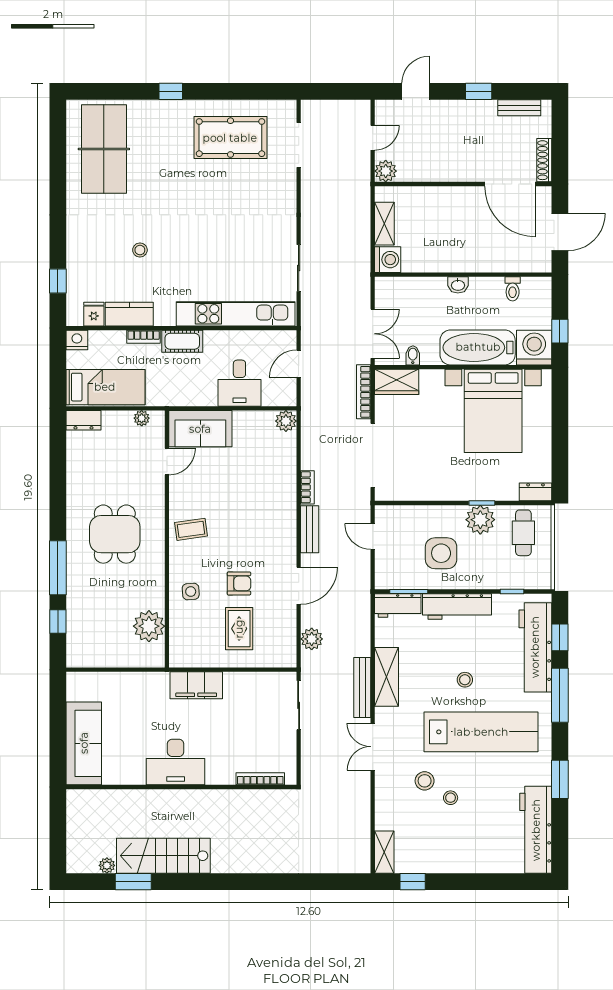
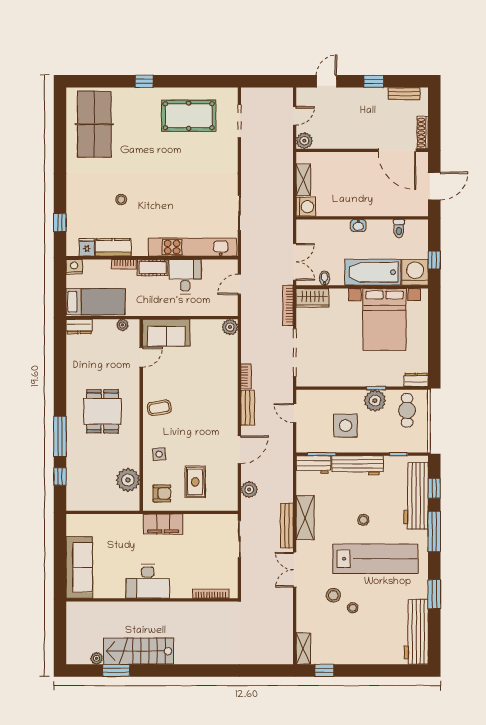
desk: (239, 383) -> (185, 277), moved, turned 180
armchair: (239, 583) -> (162, 493), moved

